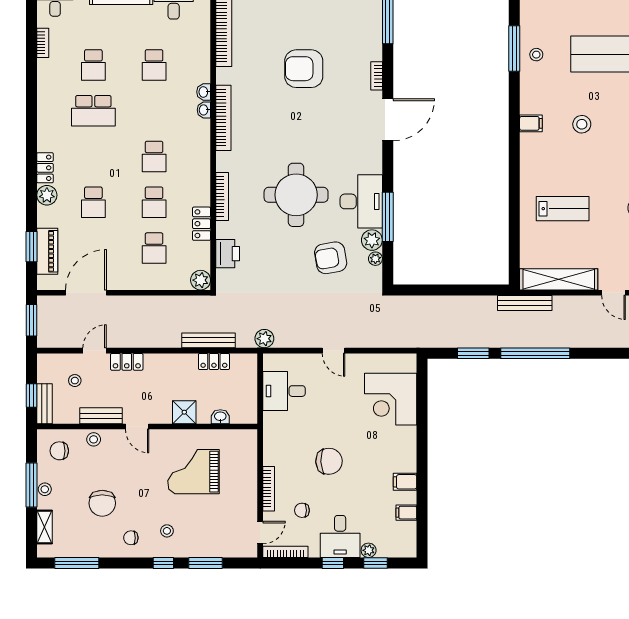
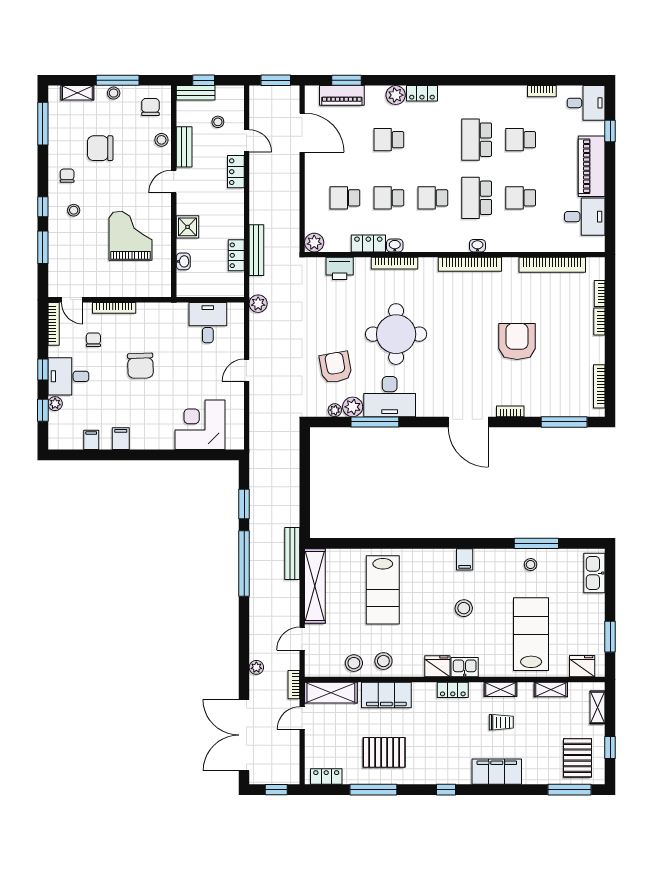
washbasin: (204, 92) -> (395, 245), moved
school desk: (154, 111) -> (477, 198), added
lab bench: (563, 209) -> (383, 590), width x1.36, depth x1.39

